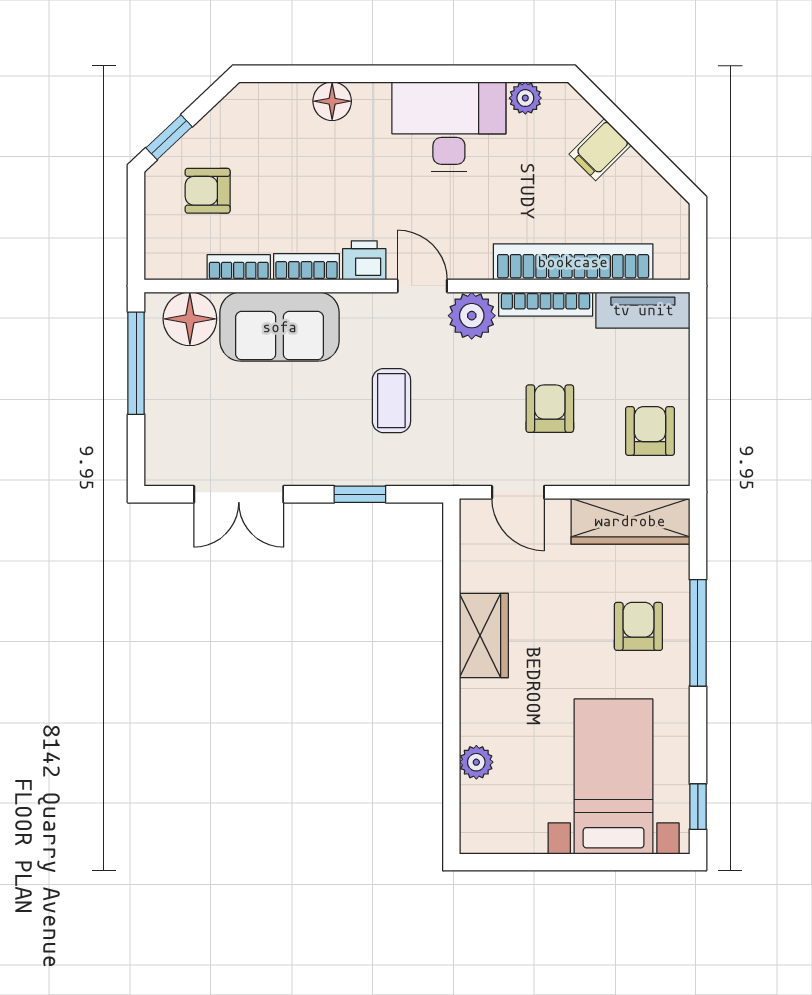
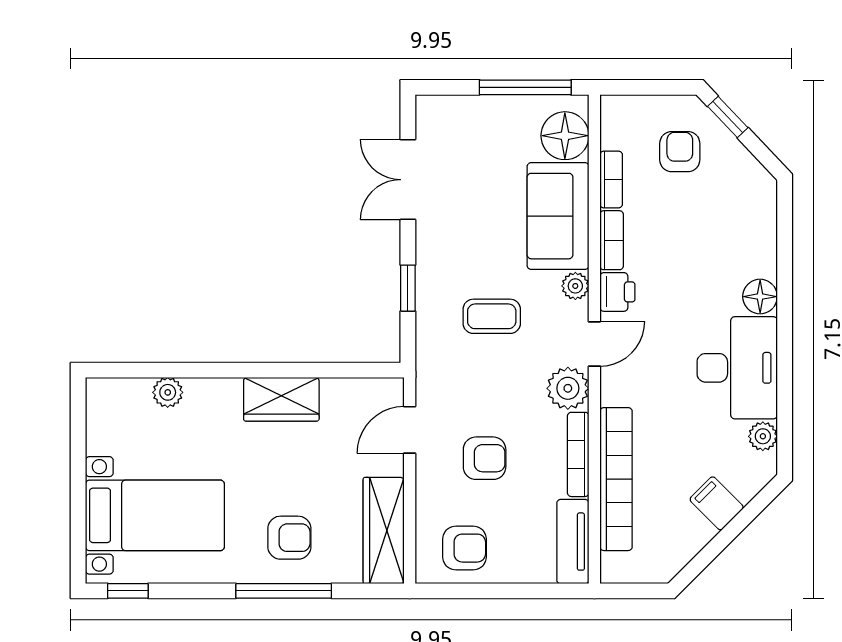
floor lamp: (332, 101) -> (760, 297), moved
plant: (358, 307) -> (575, 286), added

